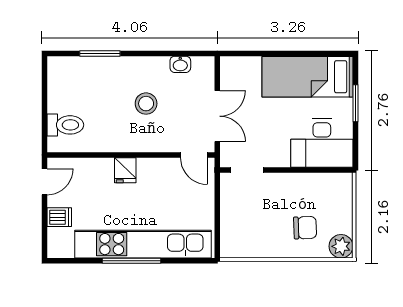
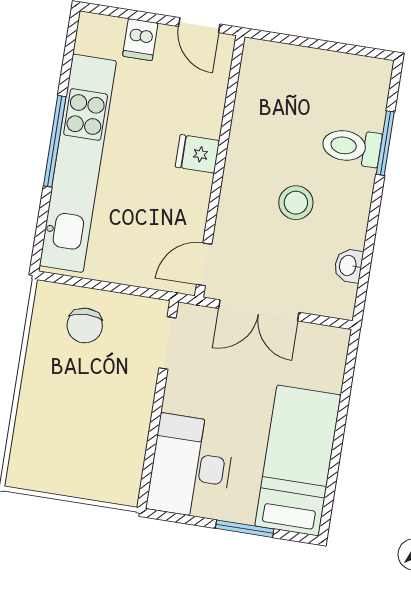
toilet: (65, 125) -> (352, 147), moved, turned 90
chair: (305, 228) -> (85, 325), moved
plant: (341, 246) -> (26, 471), removed

